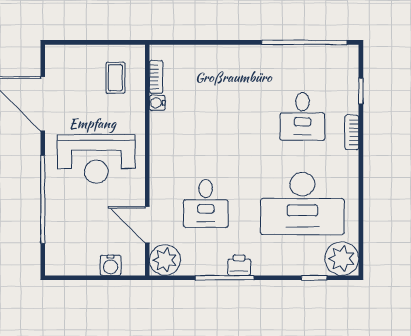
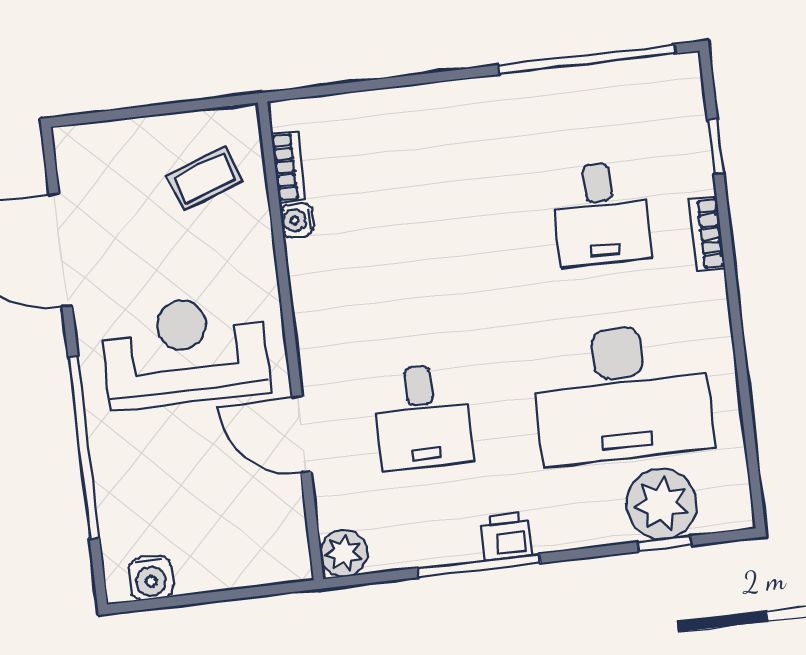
coffee table: (115, 78) -> (205, 178), turned 70
reception desk: (96, 159) -> (185, 351), turned 180
door: (147, 225) -> (302, 435), moved
plant: (342, 259) -> (661, 504), moved
plant: (165, 260) -> (344, 553), width x0.73, depth x0.73
water cooler: (111, 265) -> (151, 578), moved

